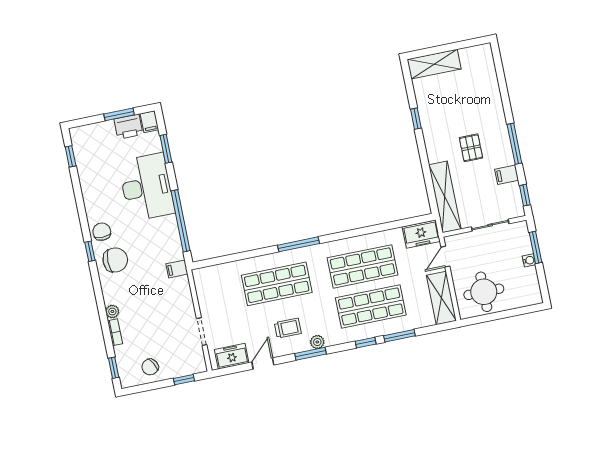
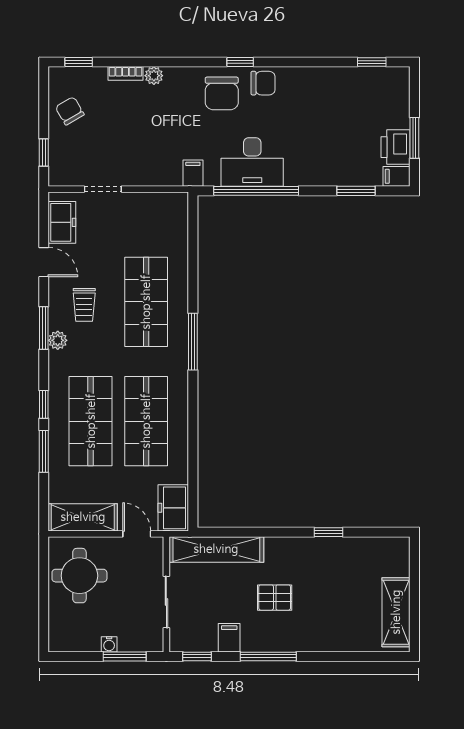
shelving: (434, 64) -> (396, 612), moved
desk: (146, 187) -> (252, 162), moved, width x0.73, depth x0.77

